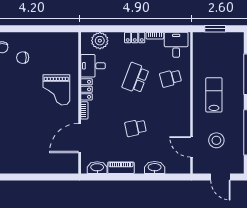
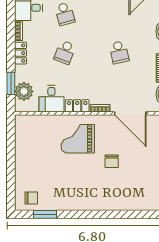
window: (107, 29) -> (11, 83), added
chair: (23, 58) -> (112, 161), moved
school desk: (136, 78) -> (65, 52), width x0.54
grand piano: (56, 90) -> (78, 139), turned 180

